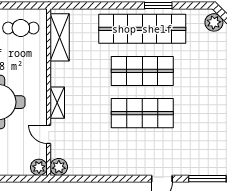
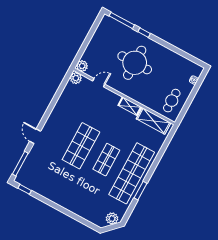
shop shelf: (142, 71) -> (106, 160), width x0.70, depth x0.74
shelving: (57, 103) -> (130, 106), moved

